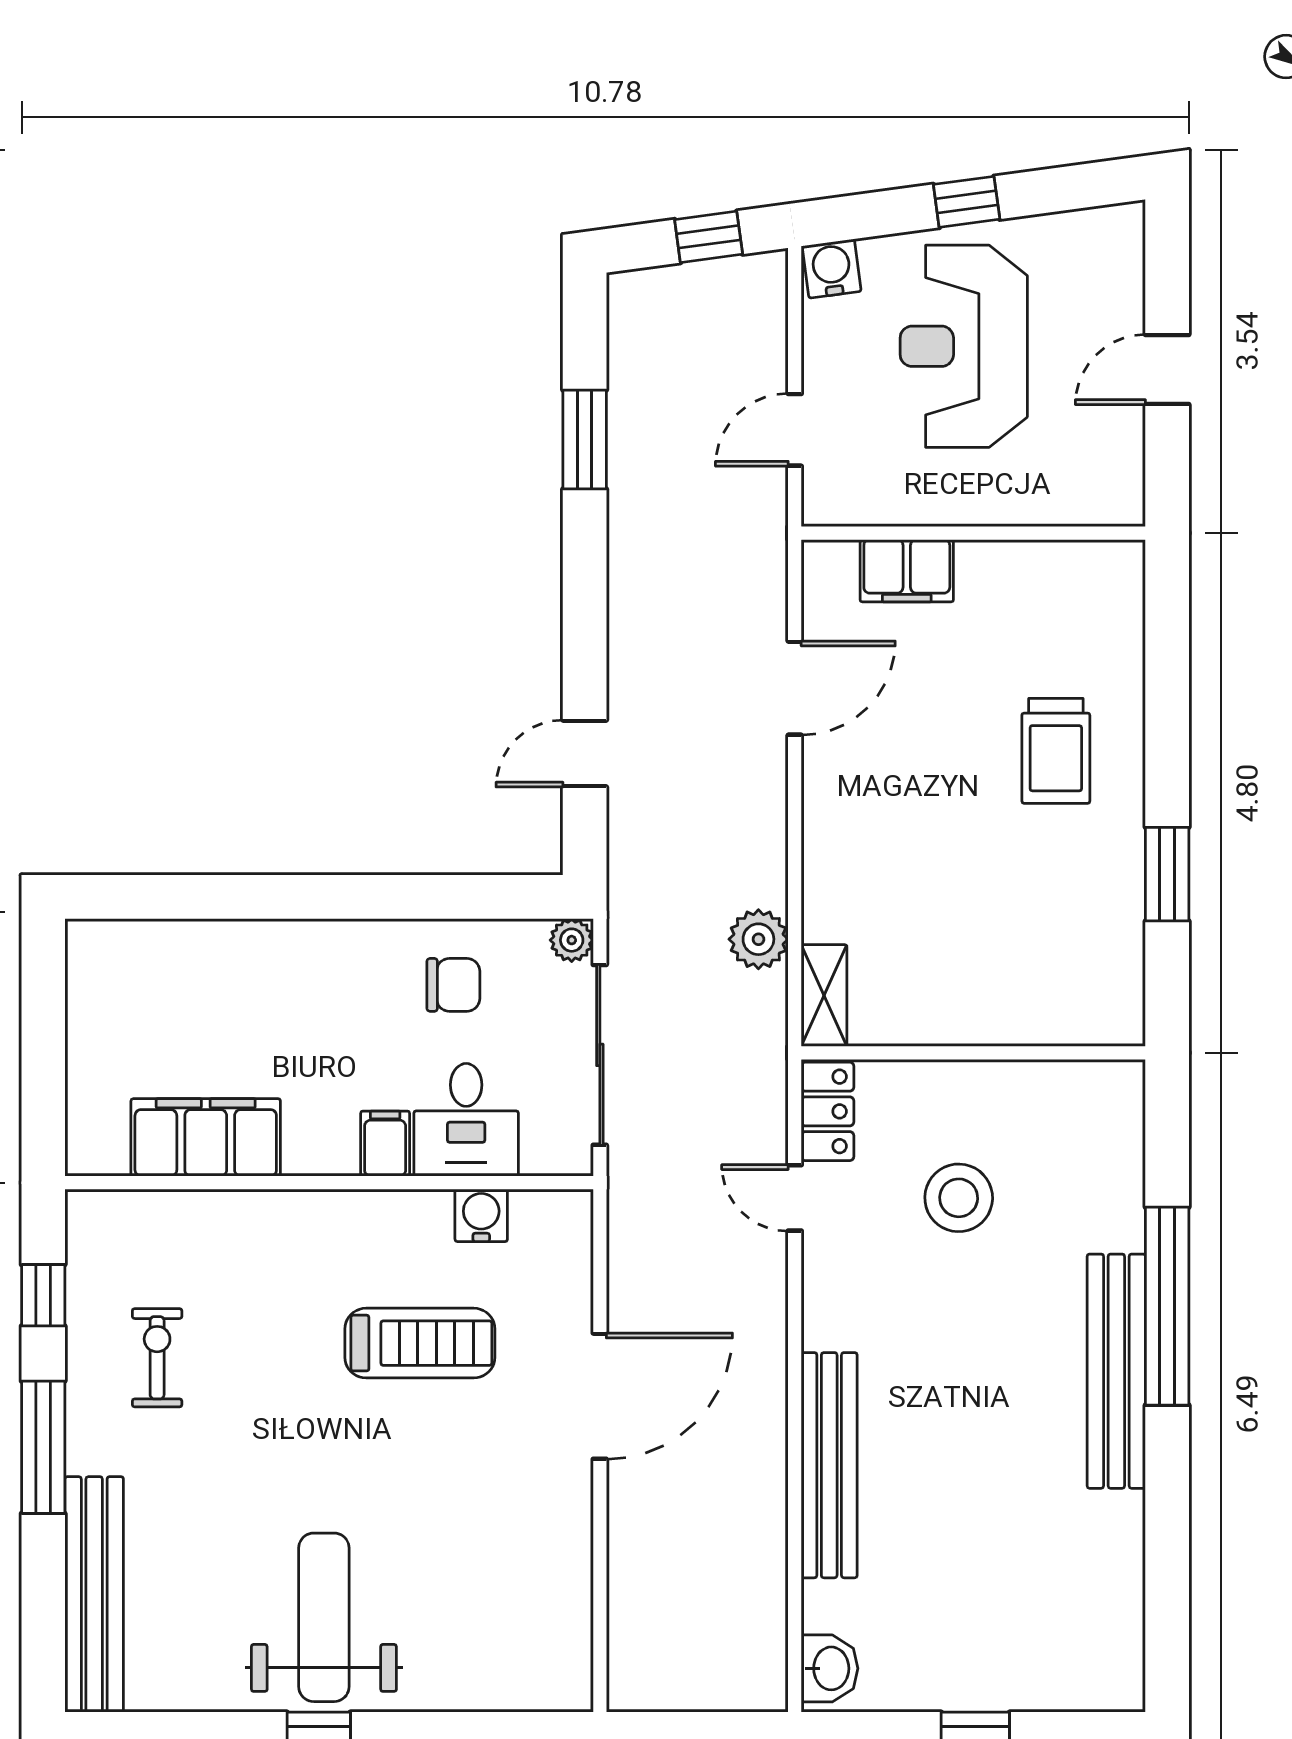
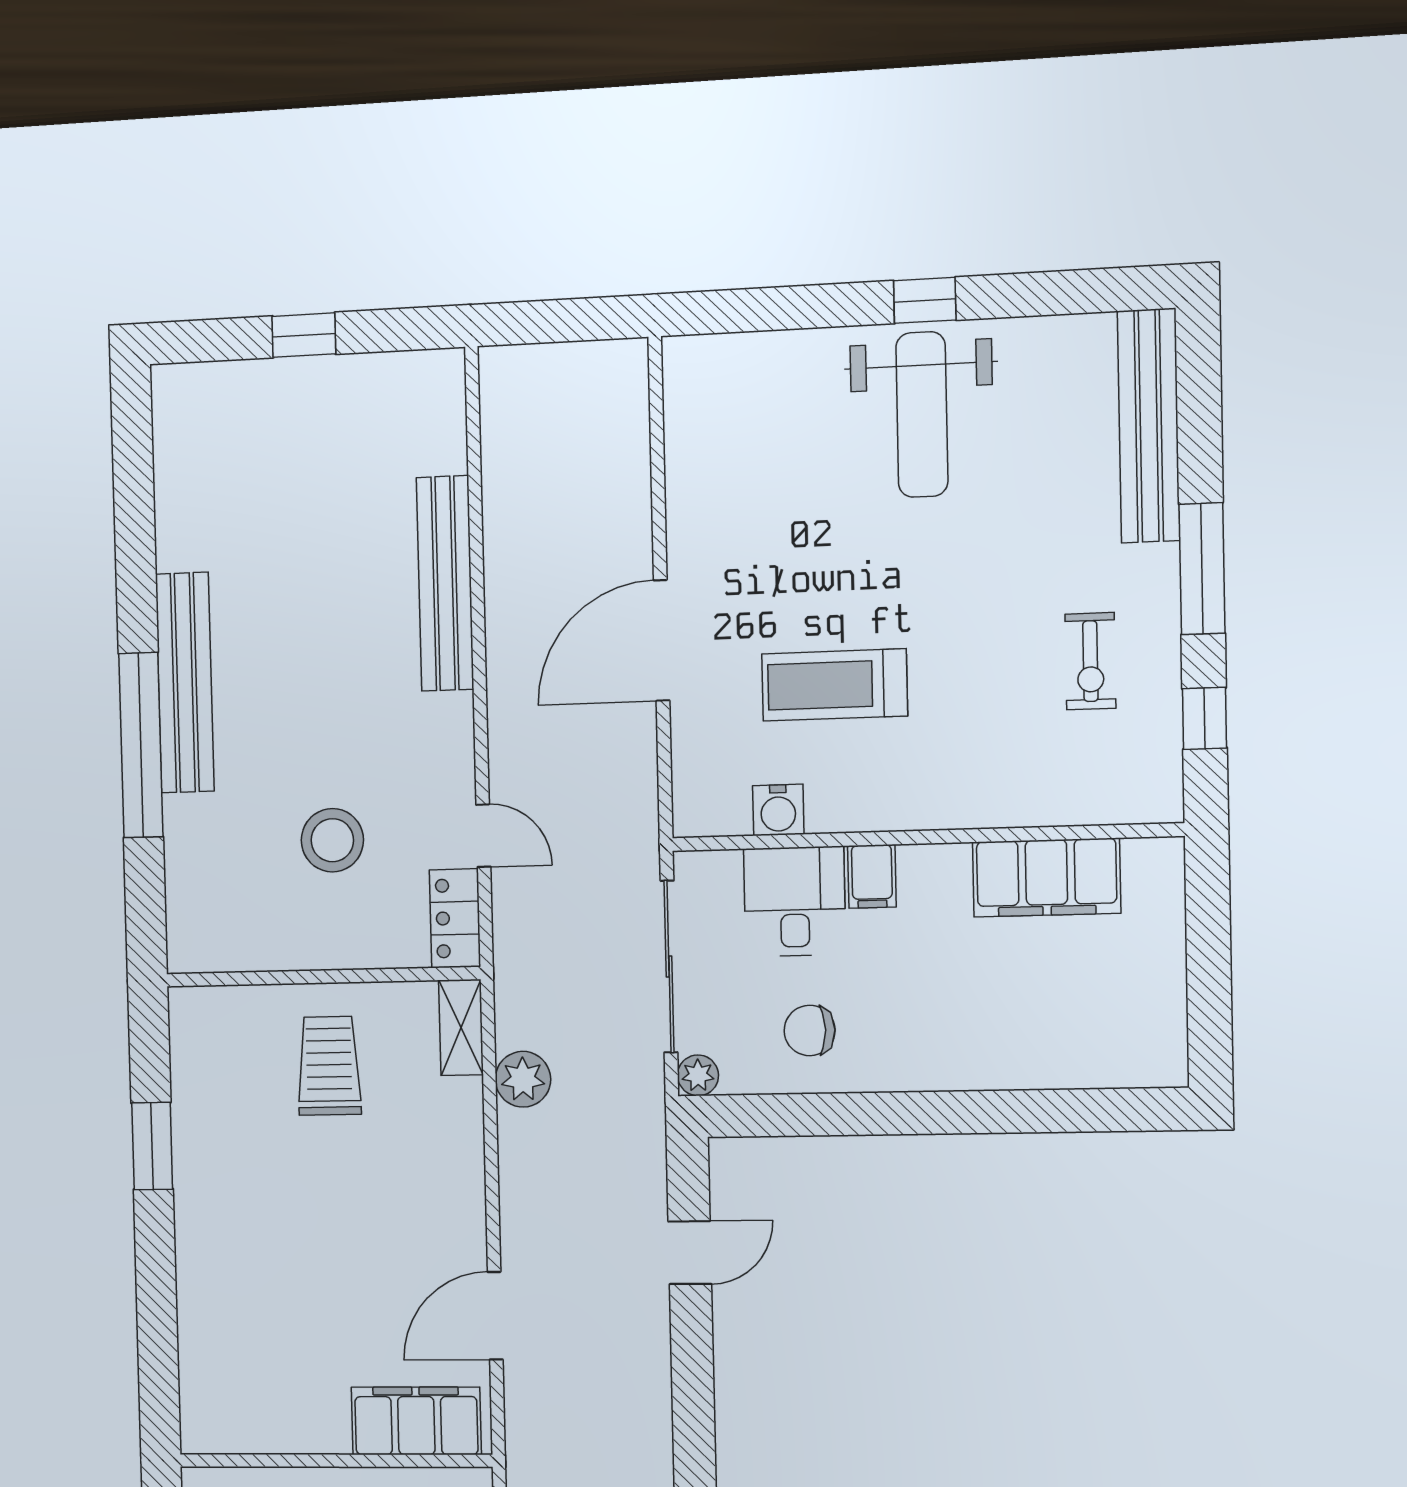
filing cabinet: (907, 571) -> (416, 1421), width x1.50, depth x1.17
trolley: (1056, 751) -> (329, 1066), moved
washbasin: (830, 1668) -> (440, 390), removed

